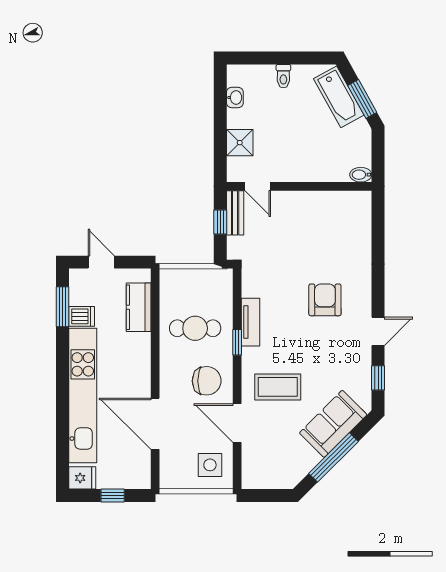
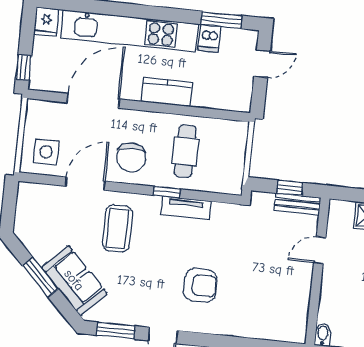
door: (258, 186) -> (320, 250), moved
kitchen counter: (139, 307) -> (167, 92), moved
window: (378, 378) -> (116, 331), width x1.50
window: (334, 457) -> (40, 277), width x0.69
window: (113, 496) -> (24, 67), moved

